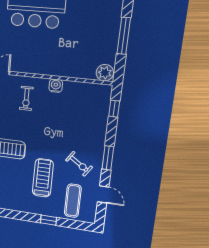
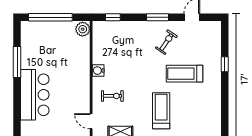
window: (124, 36) -> (50, 17), width x1.46
exercise mat: (73, 201) -> (202, 44), removed

